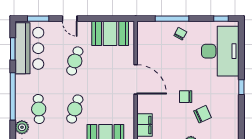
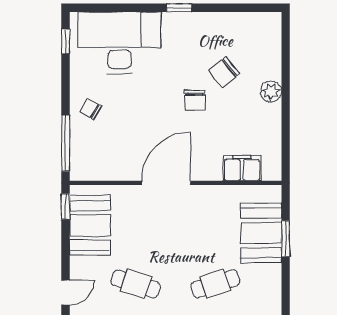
window: (121, 19) -> (66, 207), added
window: (172, 19) -> (66, 143), moved
cafe table: (75, 109) -> (215, 284), turned -36
chair: (202, 114) -> (224, 72), turned -104

